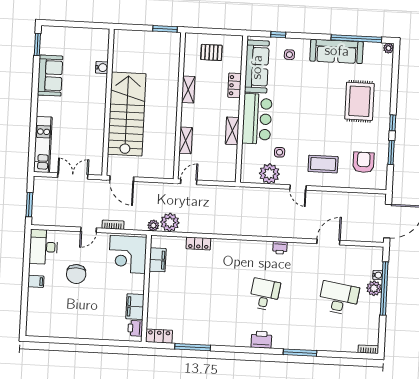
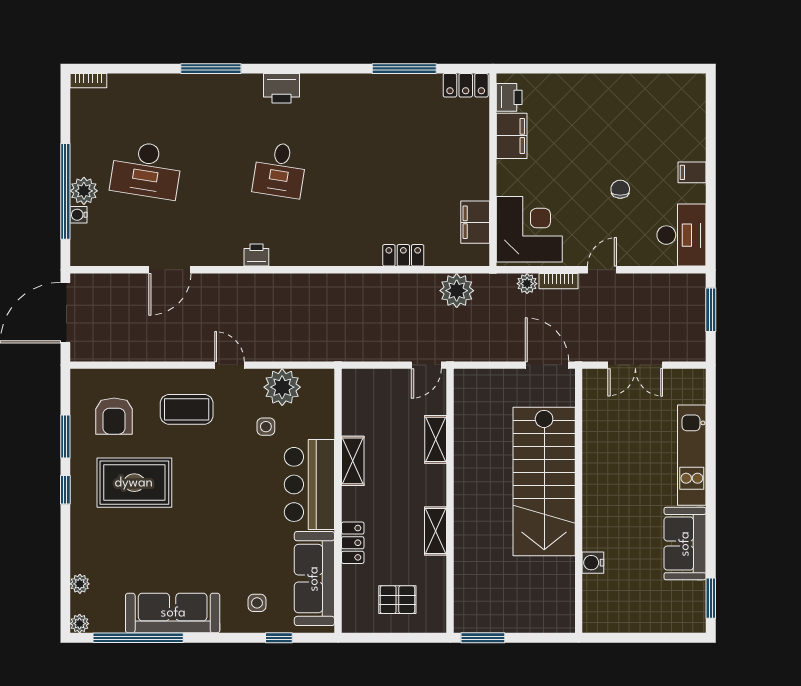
plant: (387, 70) -> (80, 584), added
rug: (359, 101) -> (134, 483), moved, turned 90
kitchen unit: (43, 145) -> (692, 455), moved
plant: (153, 225) -> (527, 284), moved
chair: (76, 274) -> (620, 189), width x0.54, depth x0.54

